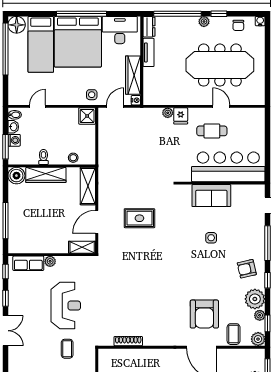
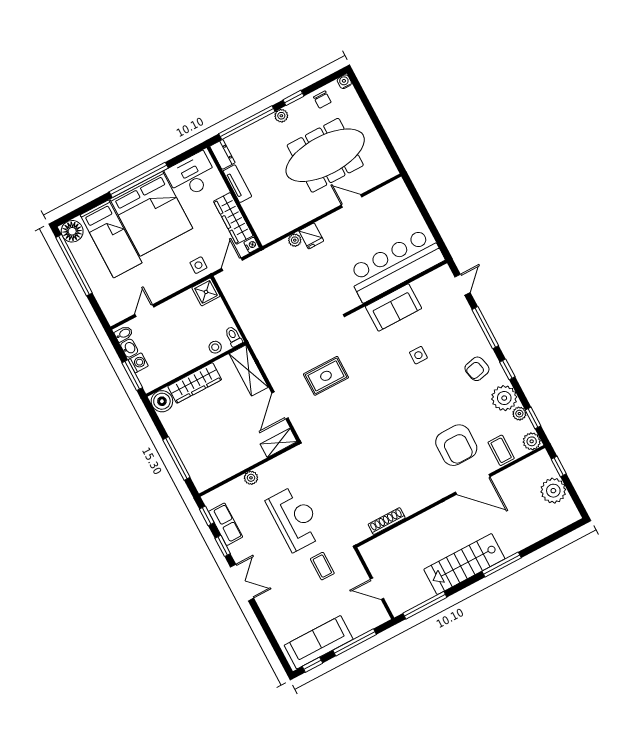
cafe table: (212, 131) -> (356, 234), removed
toilet: (43, 157) -> (233, 336), moved
row of seats: (28, 263) -> (226, 524), moved, turned -90

